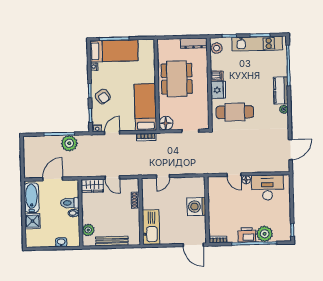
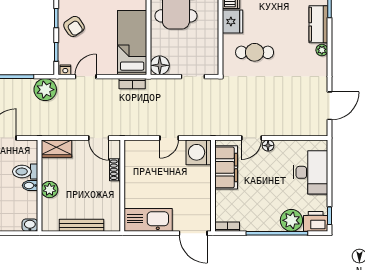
cafe table: (235, 112) -> (255, 52), width x0.73, depth x0.74
plant: (69, 143) -> (45, 90), moved
door: (234, 175) -> (251, 138), hinge flipped
door: (163, 176) -> (169, 138), moved
door: (112, 178) -> (99, 138), moved
desk: (267, 188) -> (311, 172), moved, turned 90
filing cabinet: (216, 196) -> (226, 167), added
washing machine: (196, 206) -> (199, 152), moved
kitchen sink: (151, 227) -> (148, 220), moved, turned -90
plant: (88, 230) -> (49, 190), moved
printer: (247, 235) -> (316, 221), moved
washbasin: (61, 242) -> (30, 225), moved

